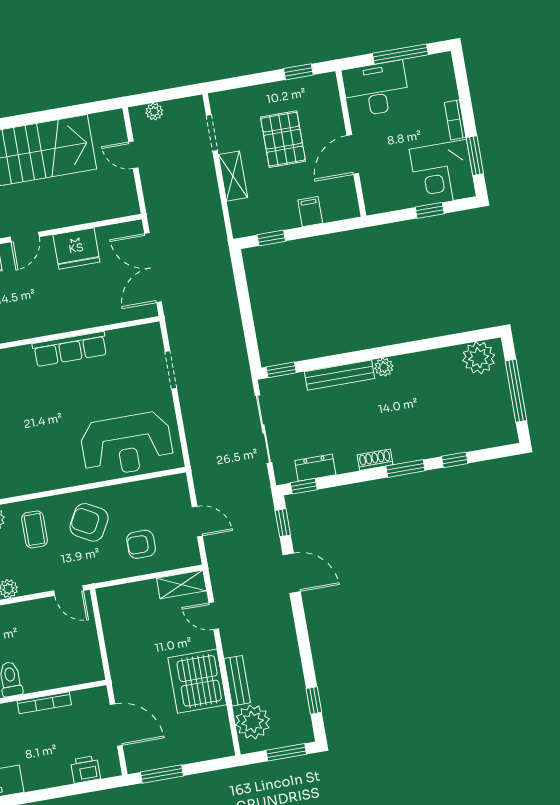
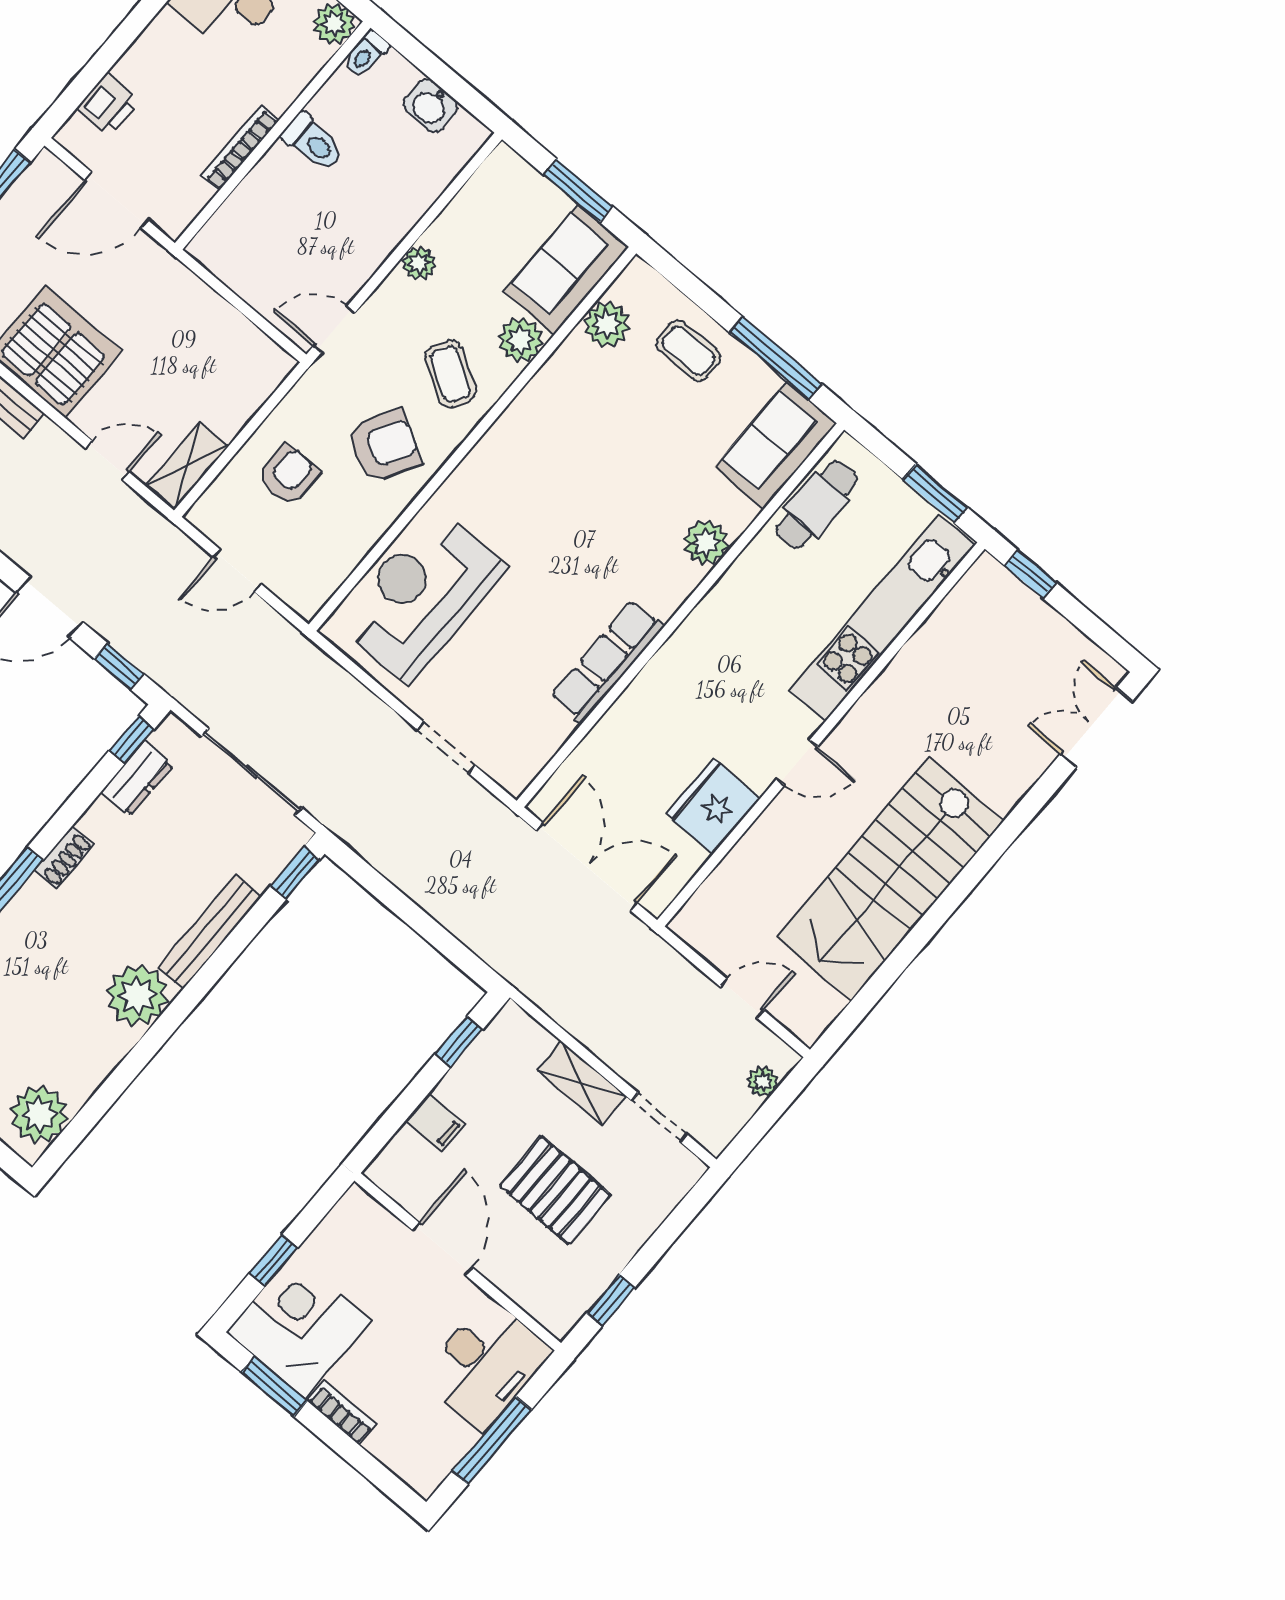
door: (25, 237) -> (797, 763), swing flipped
plant: (384, 367) -> (137, 995), width x1.88, depth x1.88
coffee table: (34, 529) -> (450, 374), turned 31

